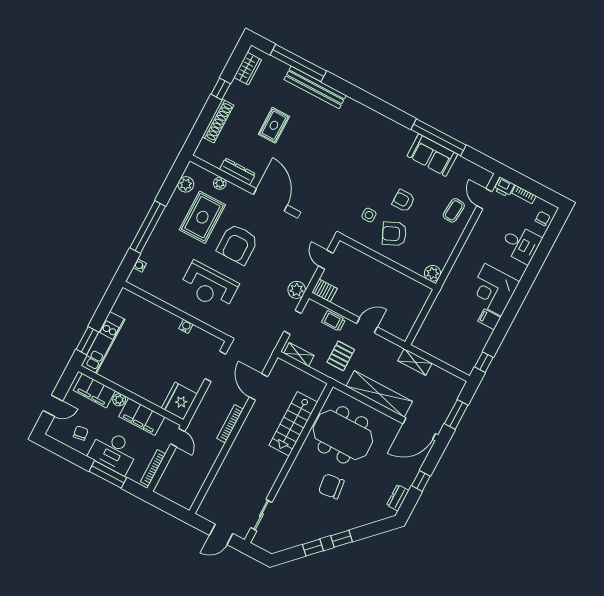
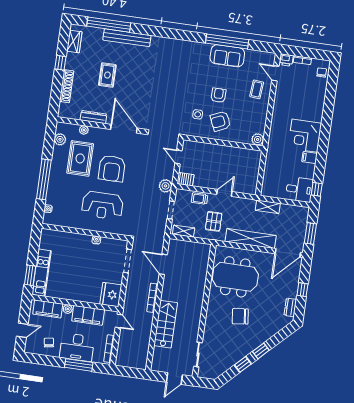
armchair: (403, 201) -> (218, 95), turned 90
desk: (521, 244) -> (299, 189), moved
stairs: (293, 424) -> (166, 324), moved, turned 180

